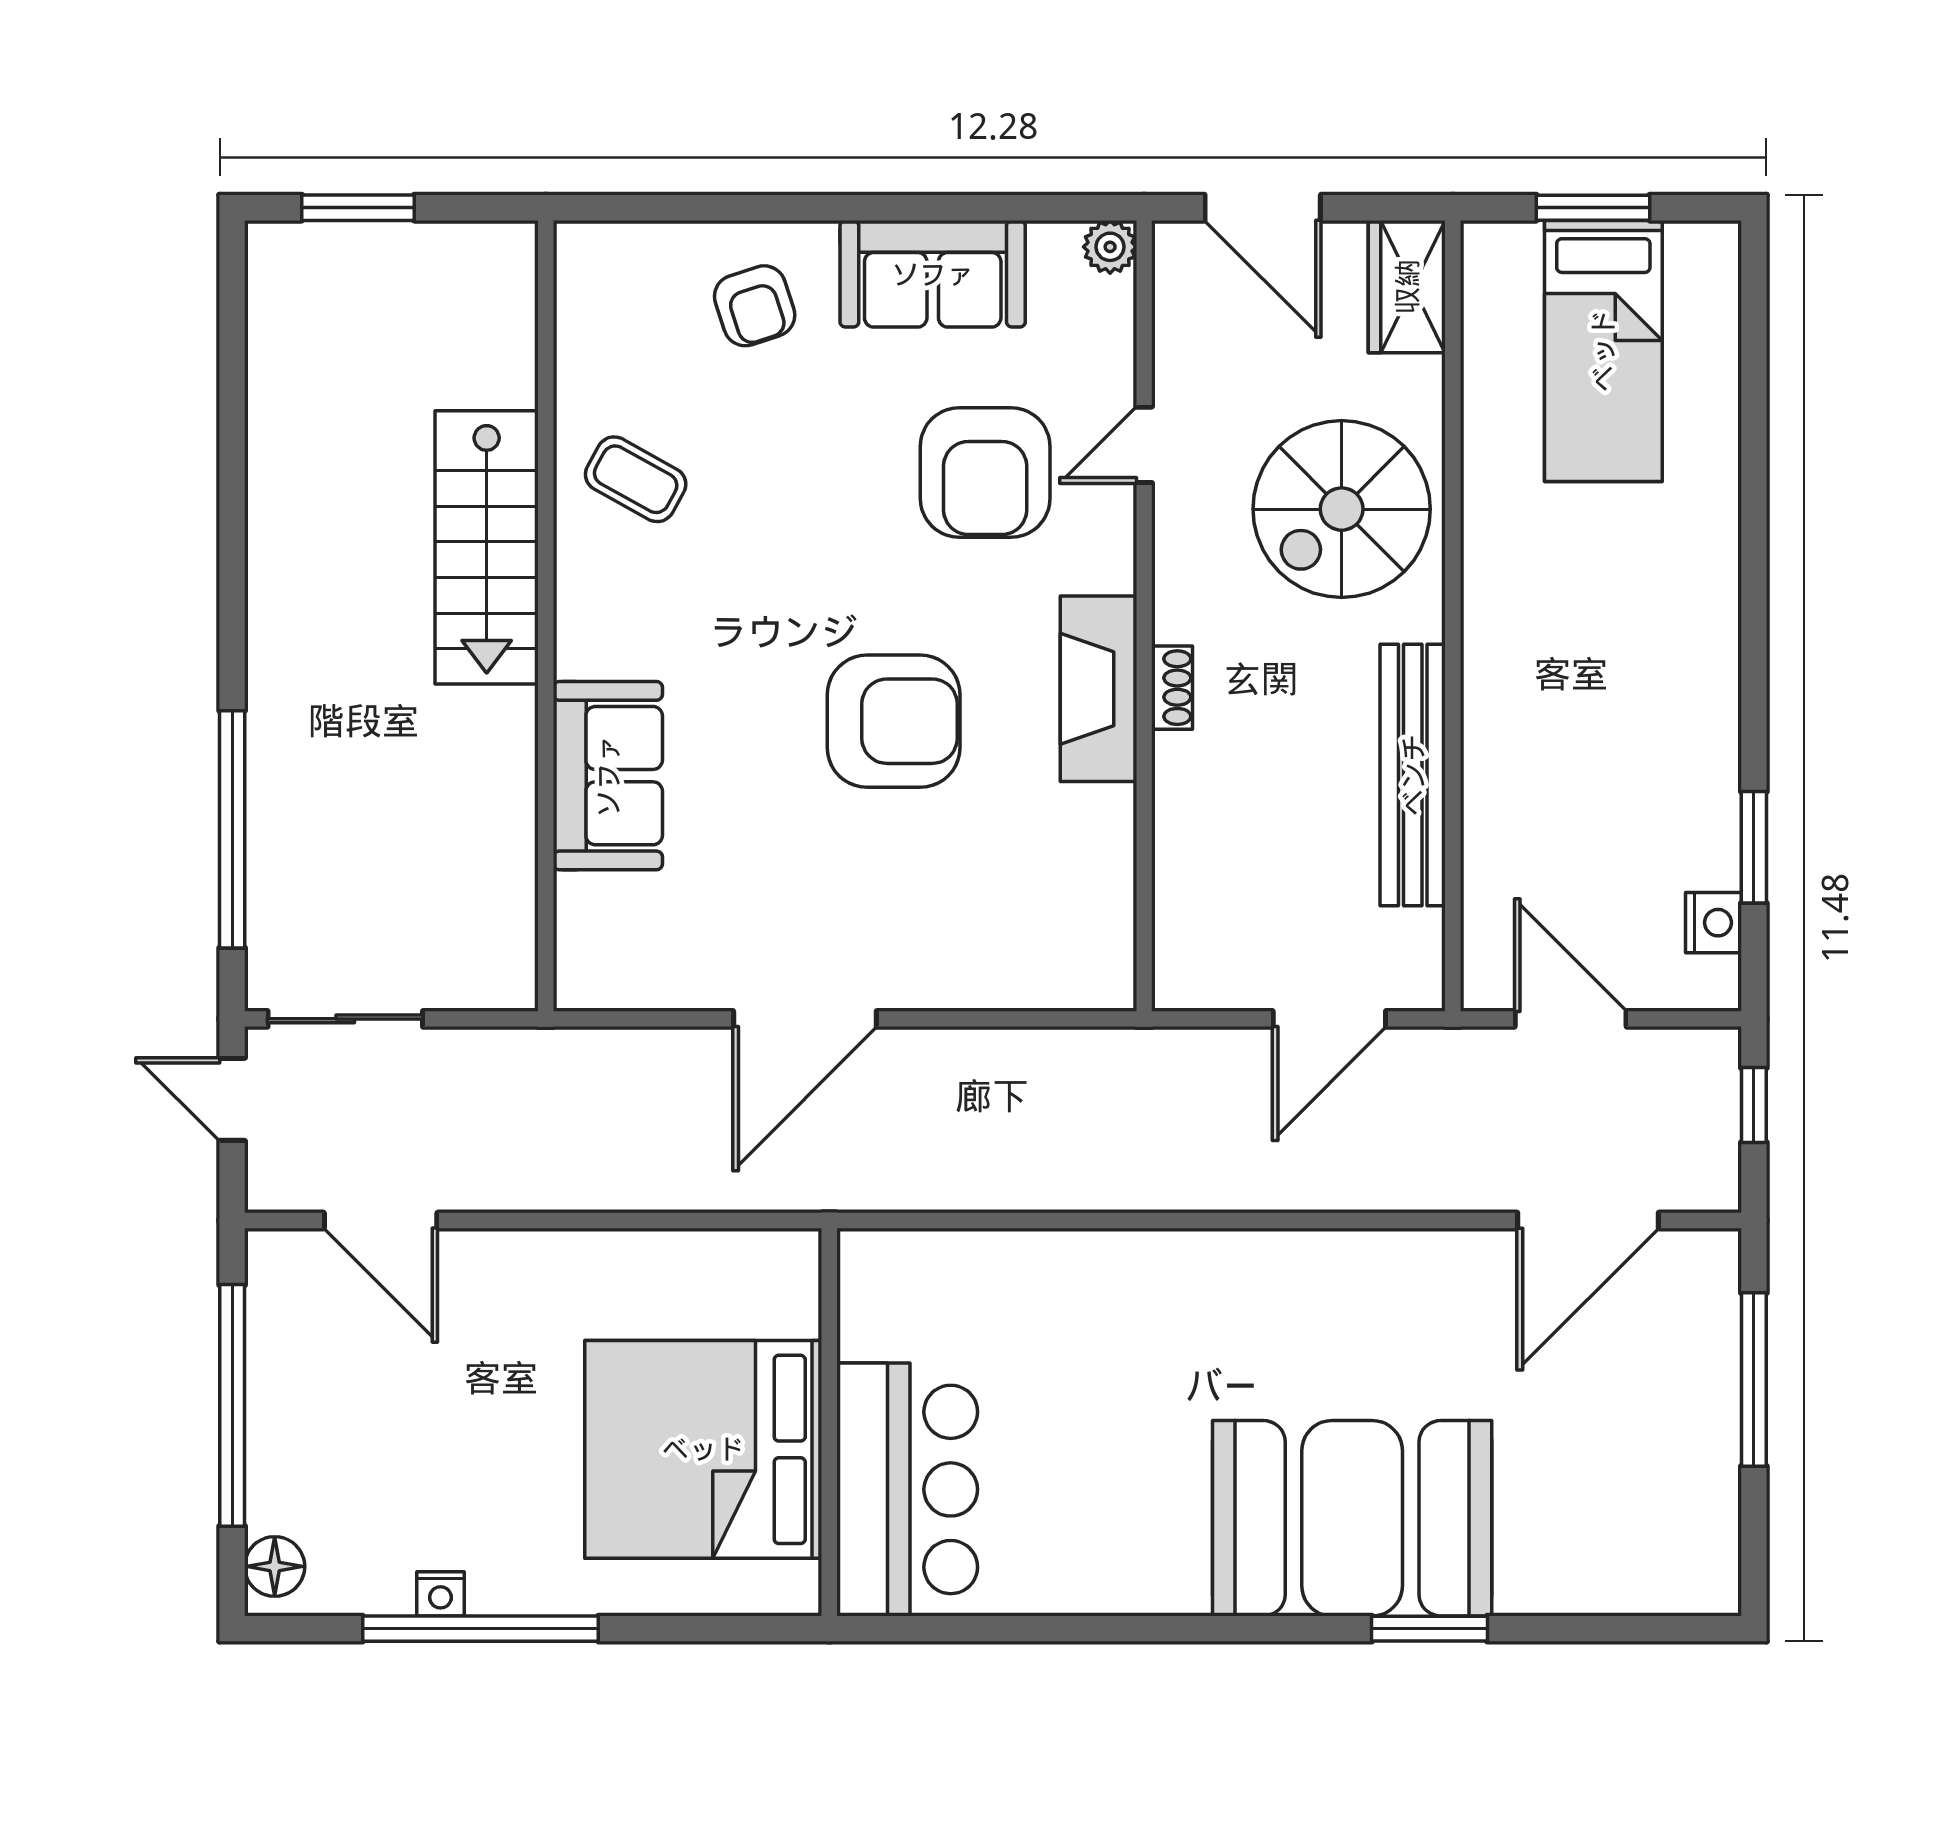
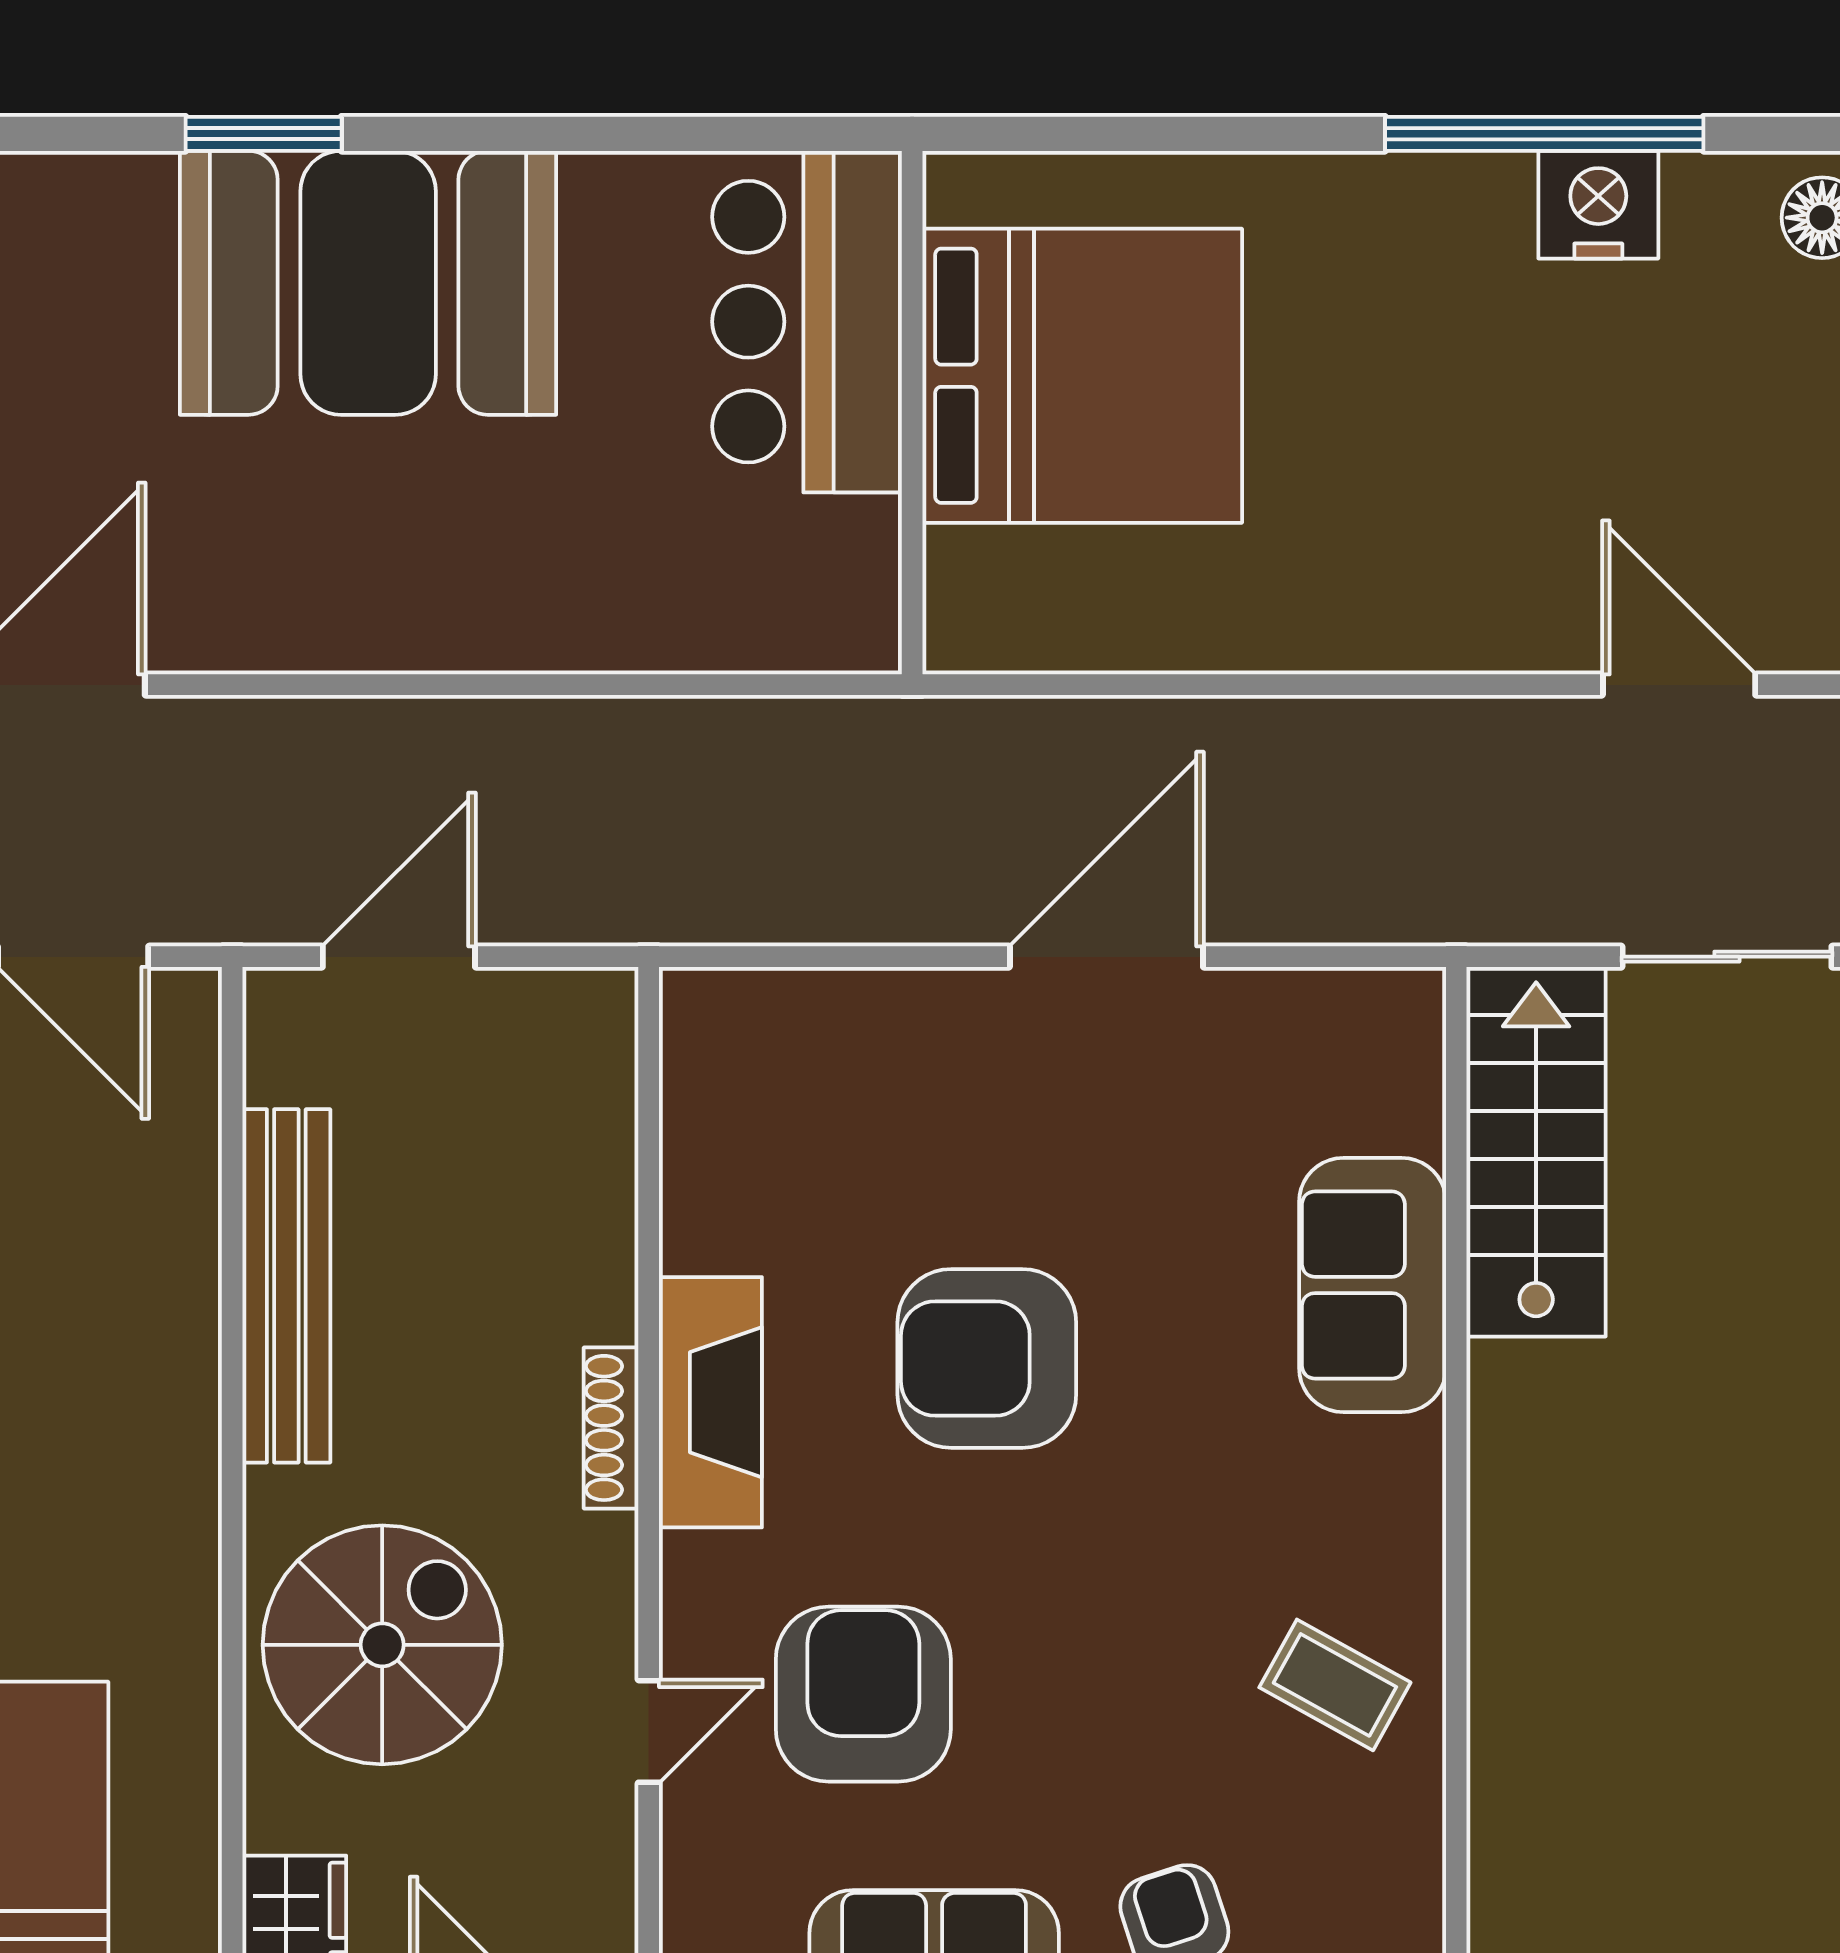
stairs: (487, 547) -> (1536, 1152), moved
shoe rack: (1172, 688) -> (611, 1428), width x1.43
wall: (829, 1422) -> (912, 413), moved
bed: (703, 1449) -> (1082, 376), moved
bar counter: (907, 1489) -> (807, 322), moved
nightstand: (440, 1594) -> (1598, 205), width x1.89, depth x1.79

